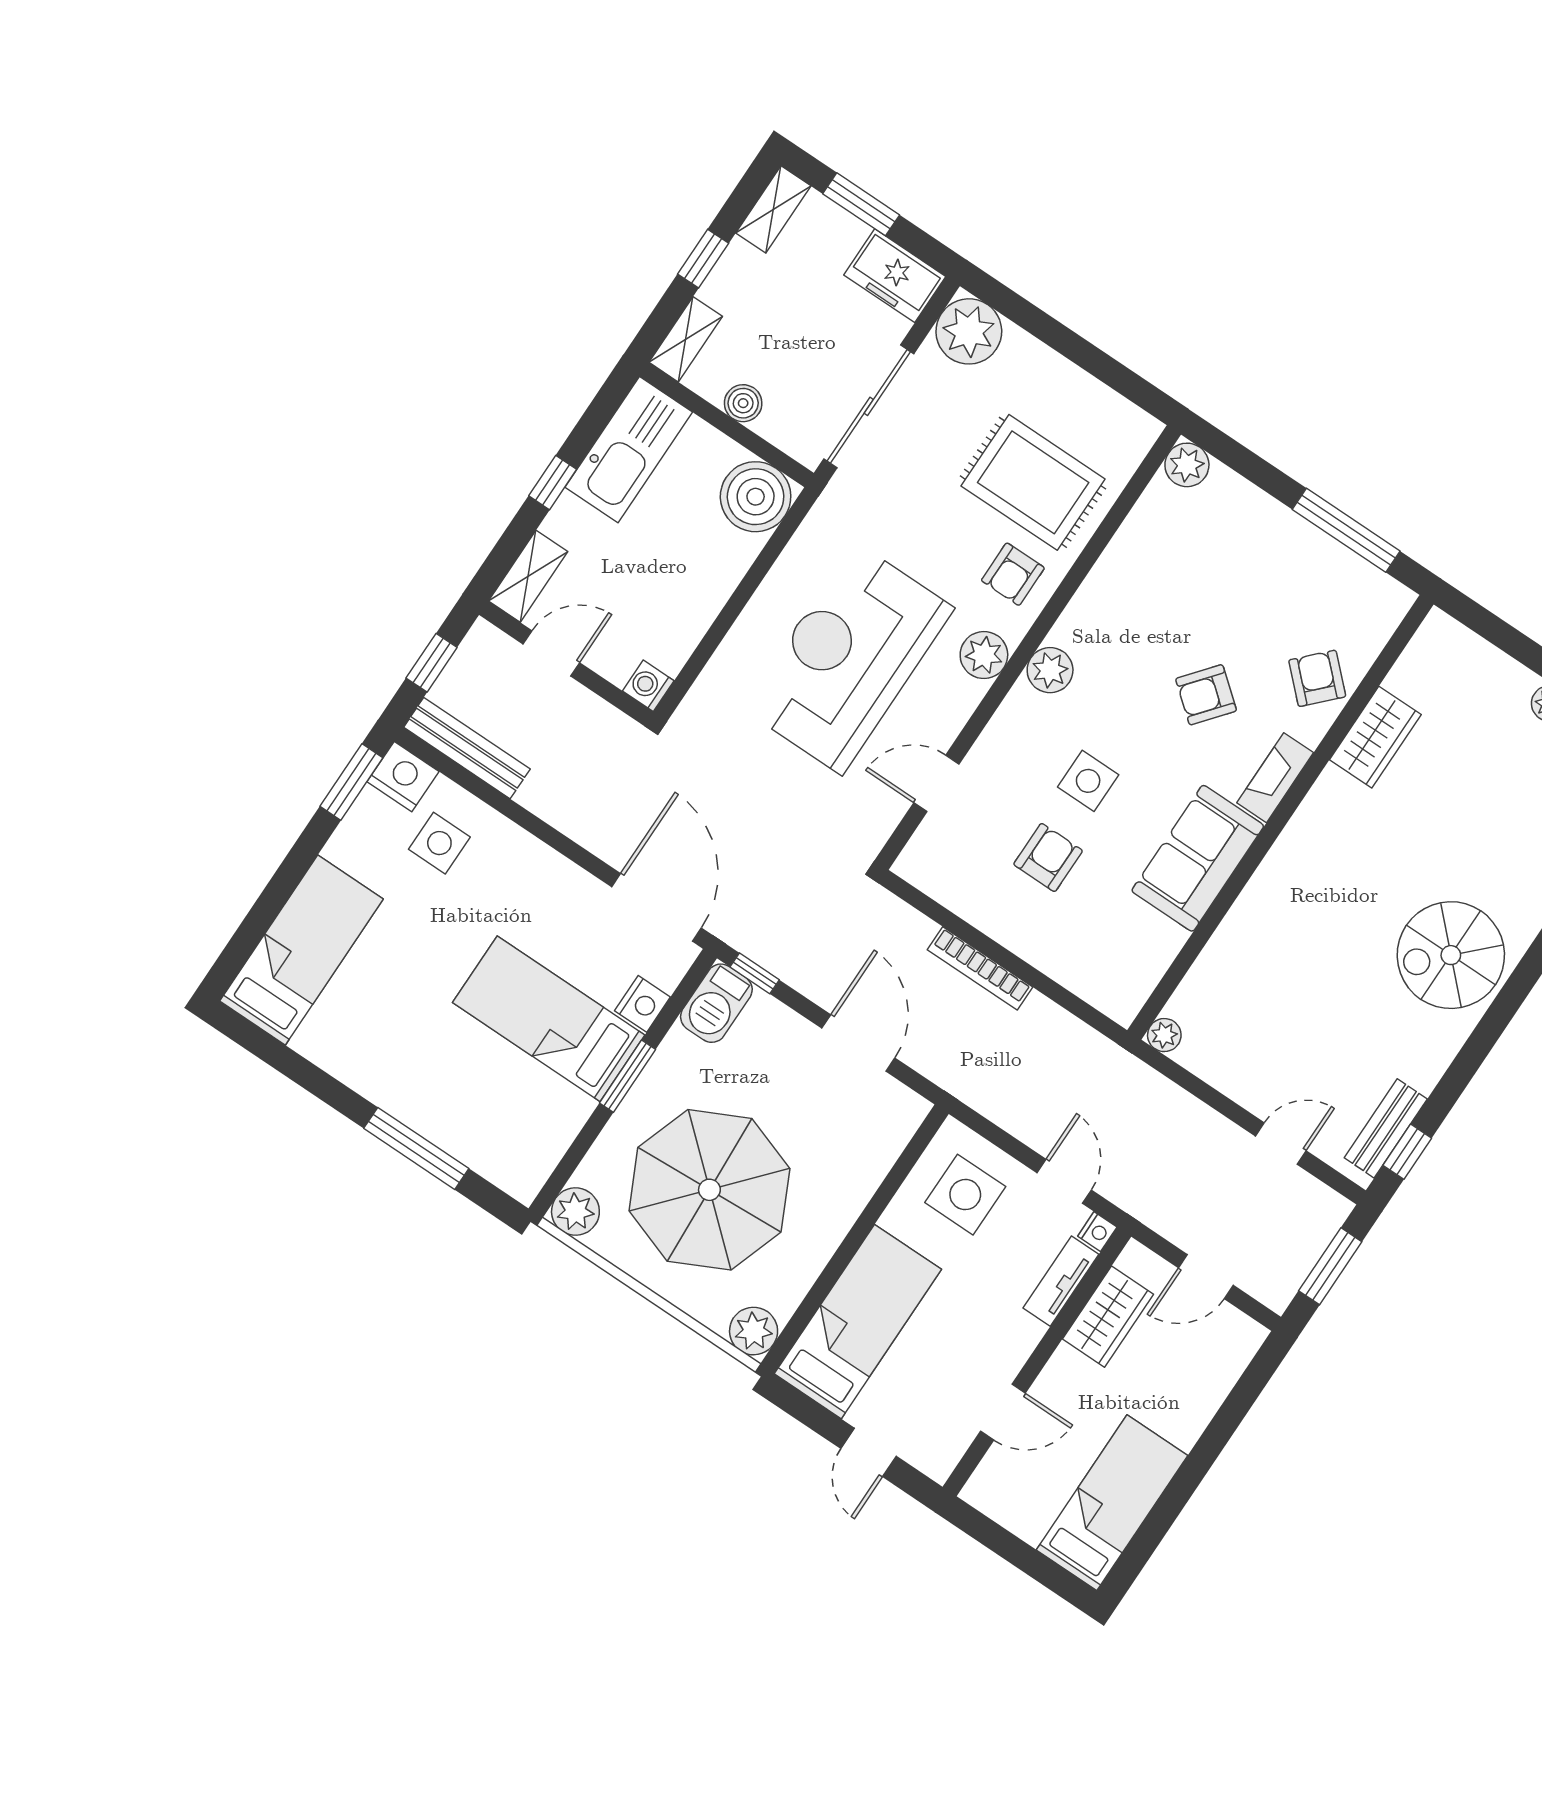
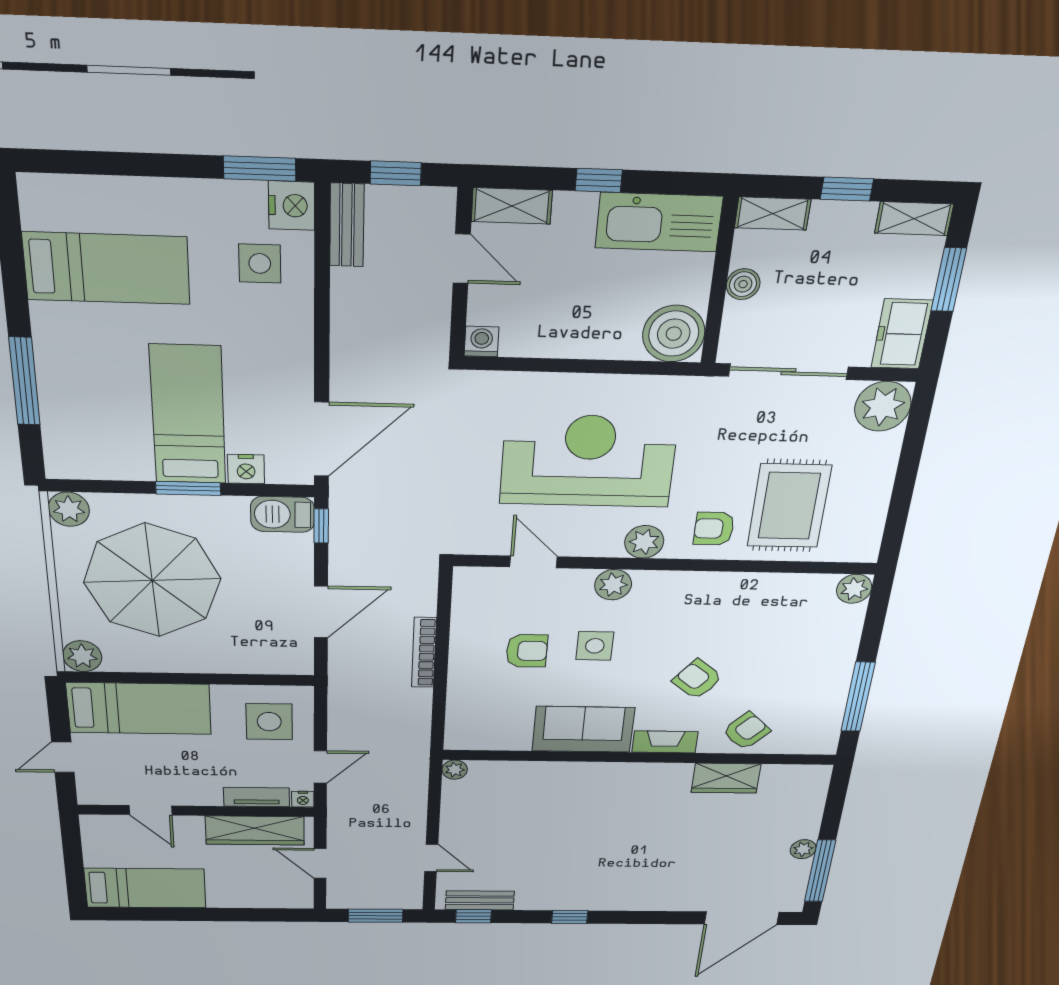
plant: (1050, 670) -> (613, 585), moved
bench: (467, 748) -> (347, 225), width x0.73
bed: (302, 950) -> (107, 268), moved
spiral stairs: (1451, 955) -> (610, 879), removed
window: (1483, 1038) -> (570, 917), added
wardrobe: (1108, 1317) -> (255, 831), width x1.50

